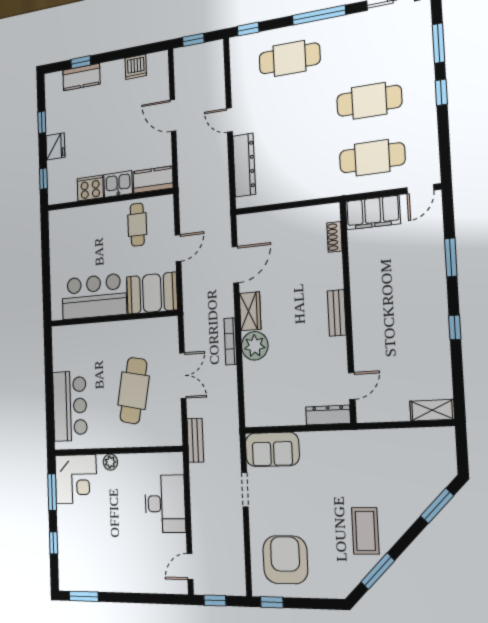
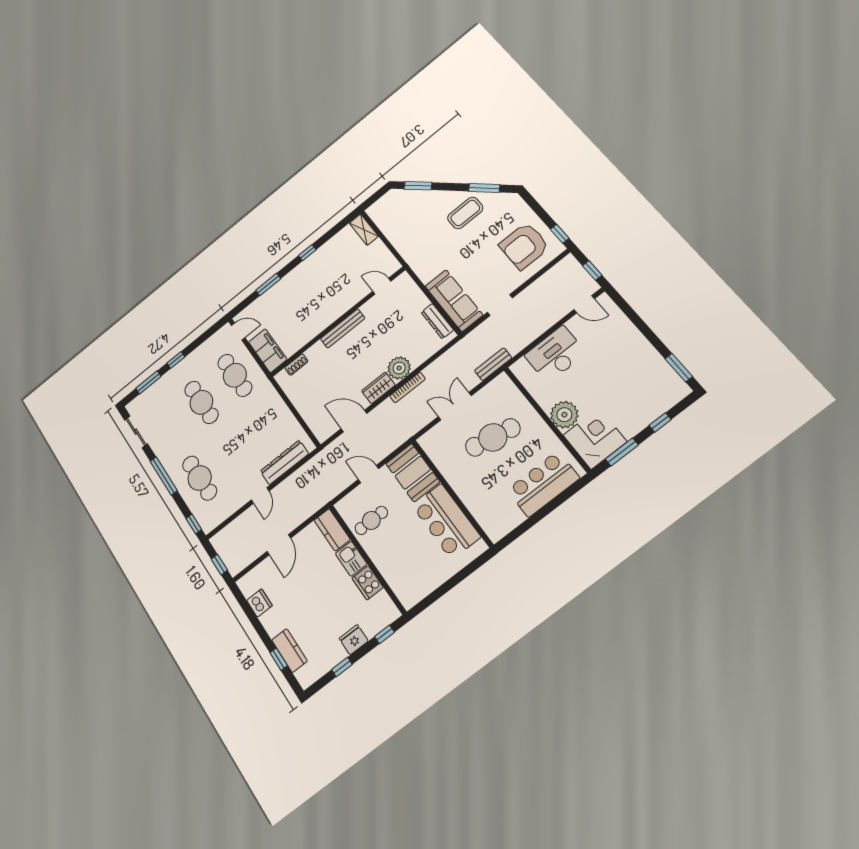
bench: (337, 313) -> (343, 329), width x1.36
dresser: (328, 415) -> (437, 321), moved
sofa: (272, 449) -> (454, 301), width x1.36
plant: (110, 462) -> (564, 415), width x1.88, depth x1.88

